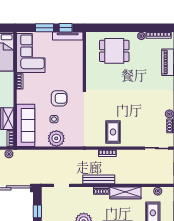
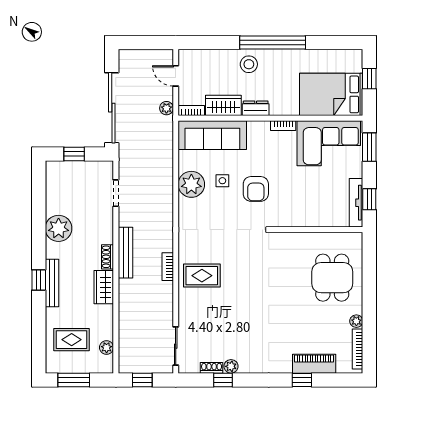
window: (45, 28) -> (369, 147), moved
dresser: (9, 98) -> (256, 108), added
wardrobe: (125, 193) -> (104, 287), width x0.67

